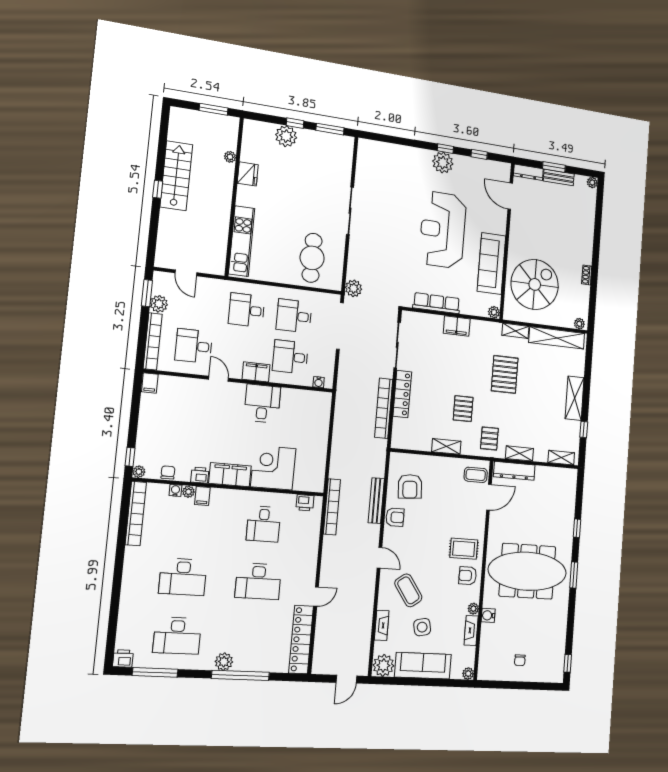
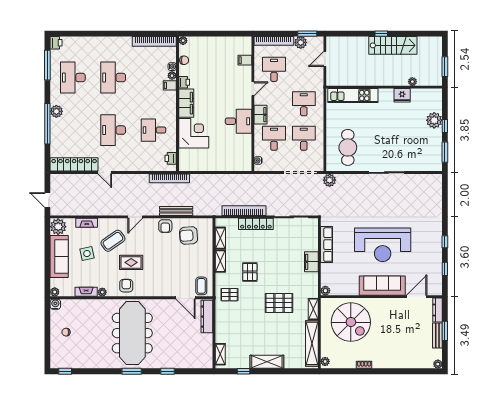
plant: (443, 163) -> (434, 241), removed
reception desk: (443, 230) -> (383, 245), turned 180
cafe table: (312, 258) -> (348, 147), turned 90
sofa: (491, 264) -> (382, 286), moved
filing cabinet: (150, 383) -> (245, 60), moved
pallet: (463, 409) -> (250, 272), turned 90
shelving: (519, 453) -> (220, 238), moved
window: (130, 457) -> (193, 34), removed
rug: (464, 549) -> (131, 262), moved, turned 90
water cooler: (488, 615) -> (55, 304), moved

